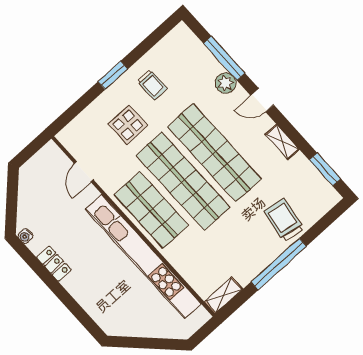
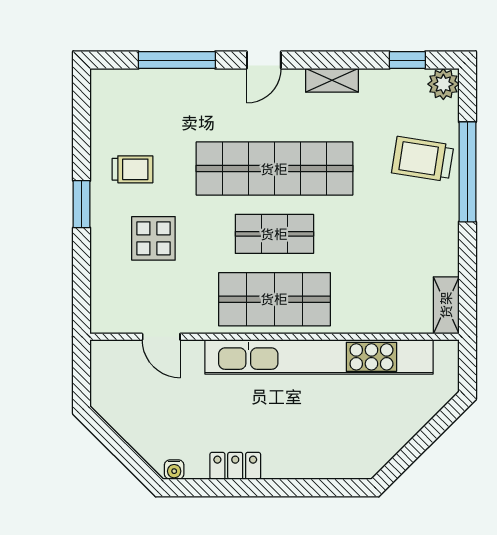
plant: (226, 83) -> (443, 84), moved
window: (325, 169) -> (407, 60), width x0.67
shop shelf: (183, 181) -> (274, 234), width x0.50, depth x0.74
window: (279, 264) -> (467, 172), moved

